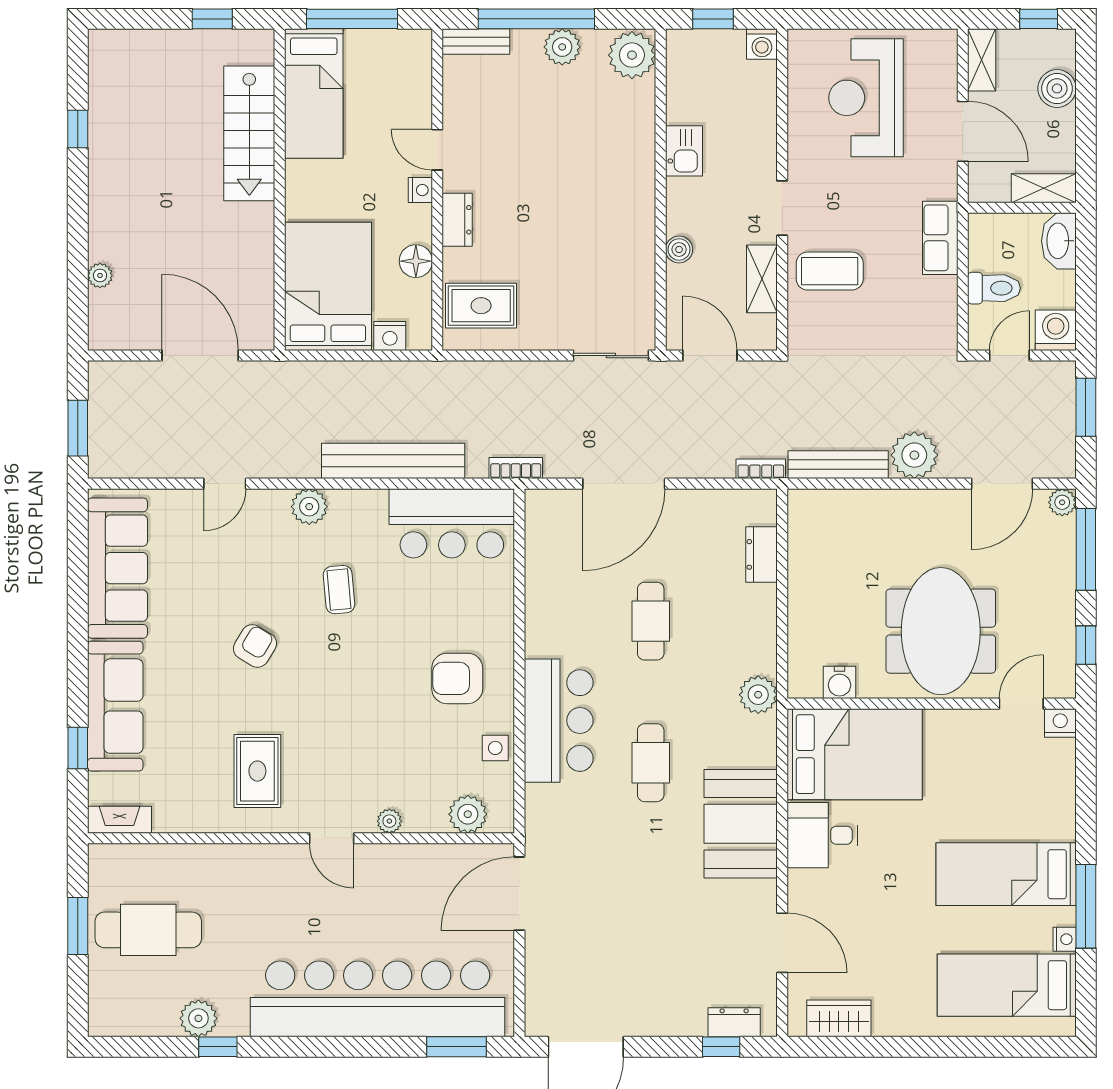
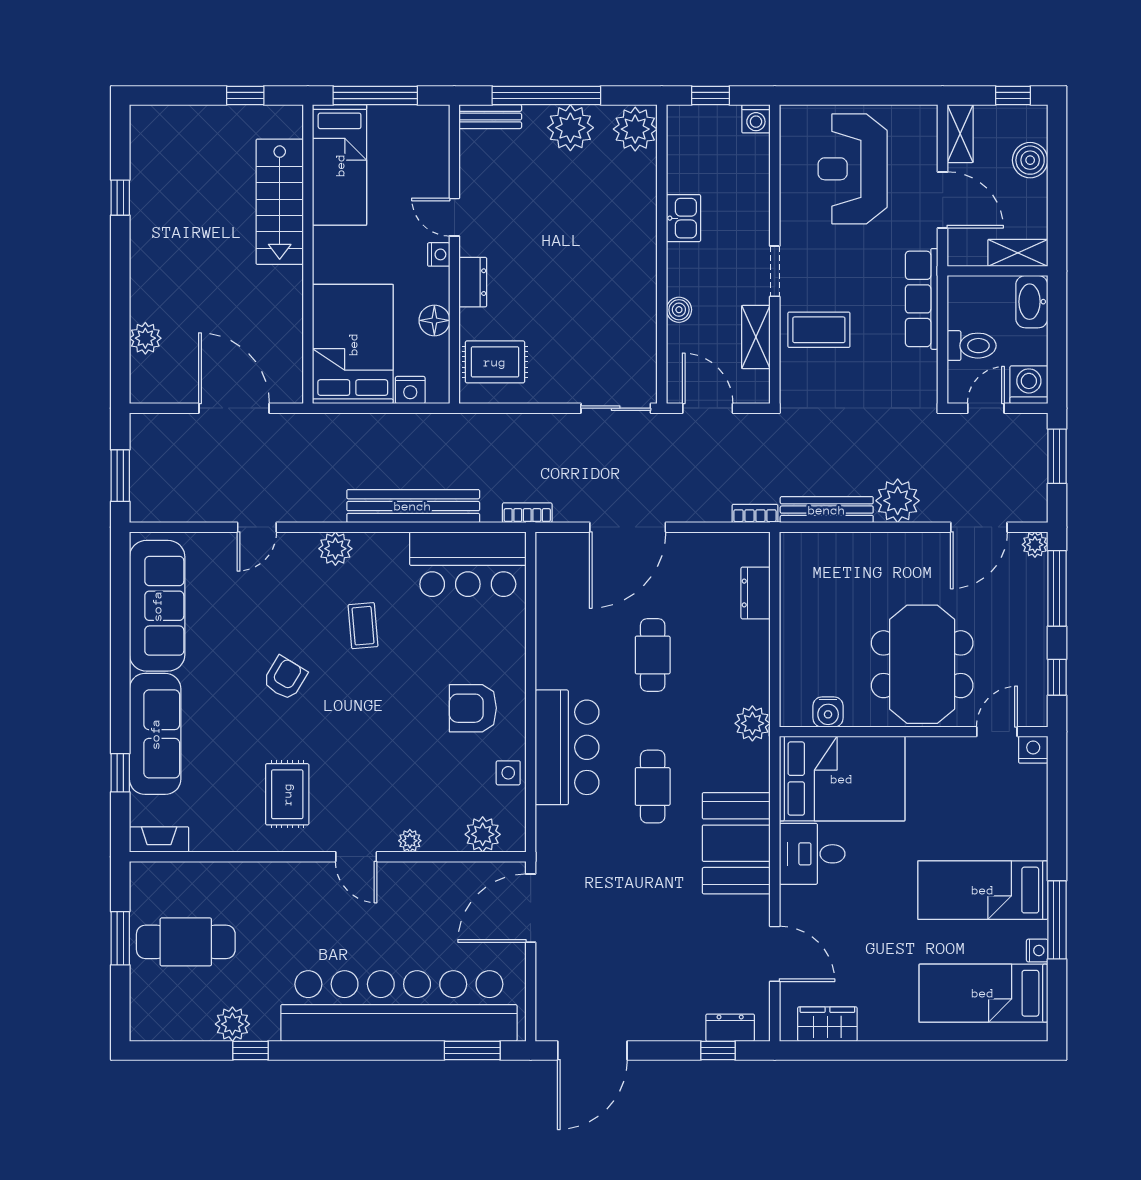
plant: (562, 47) -> (570, 128), width x1.36, depth x1.36
row of seats: (940, 238) -> (922, 299), width x1.48
plant: (100, 275) -> (145, 338), width x1.38, depth x1.38

